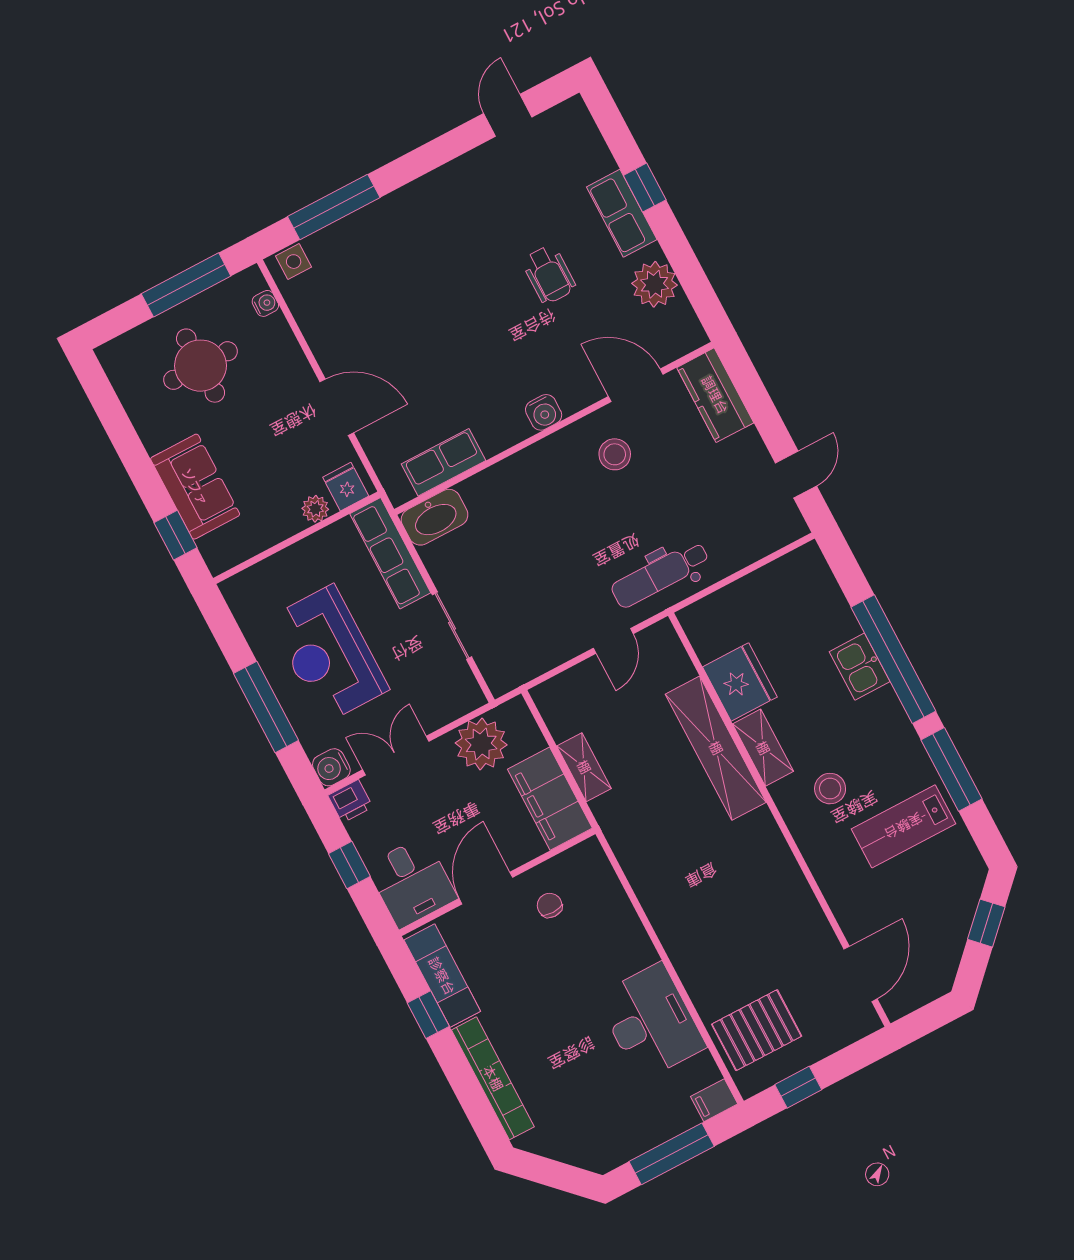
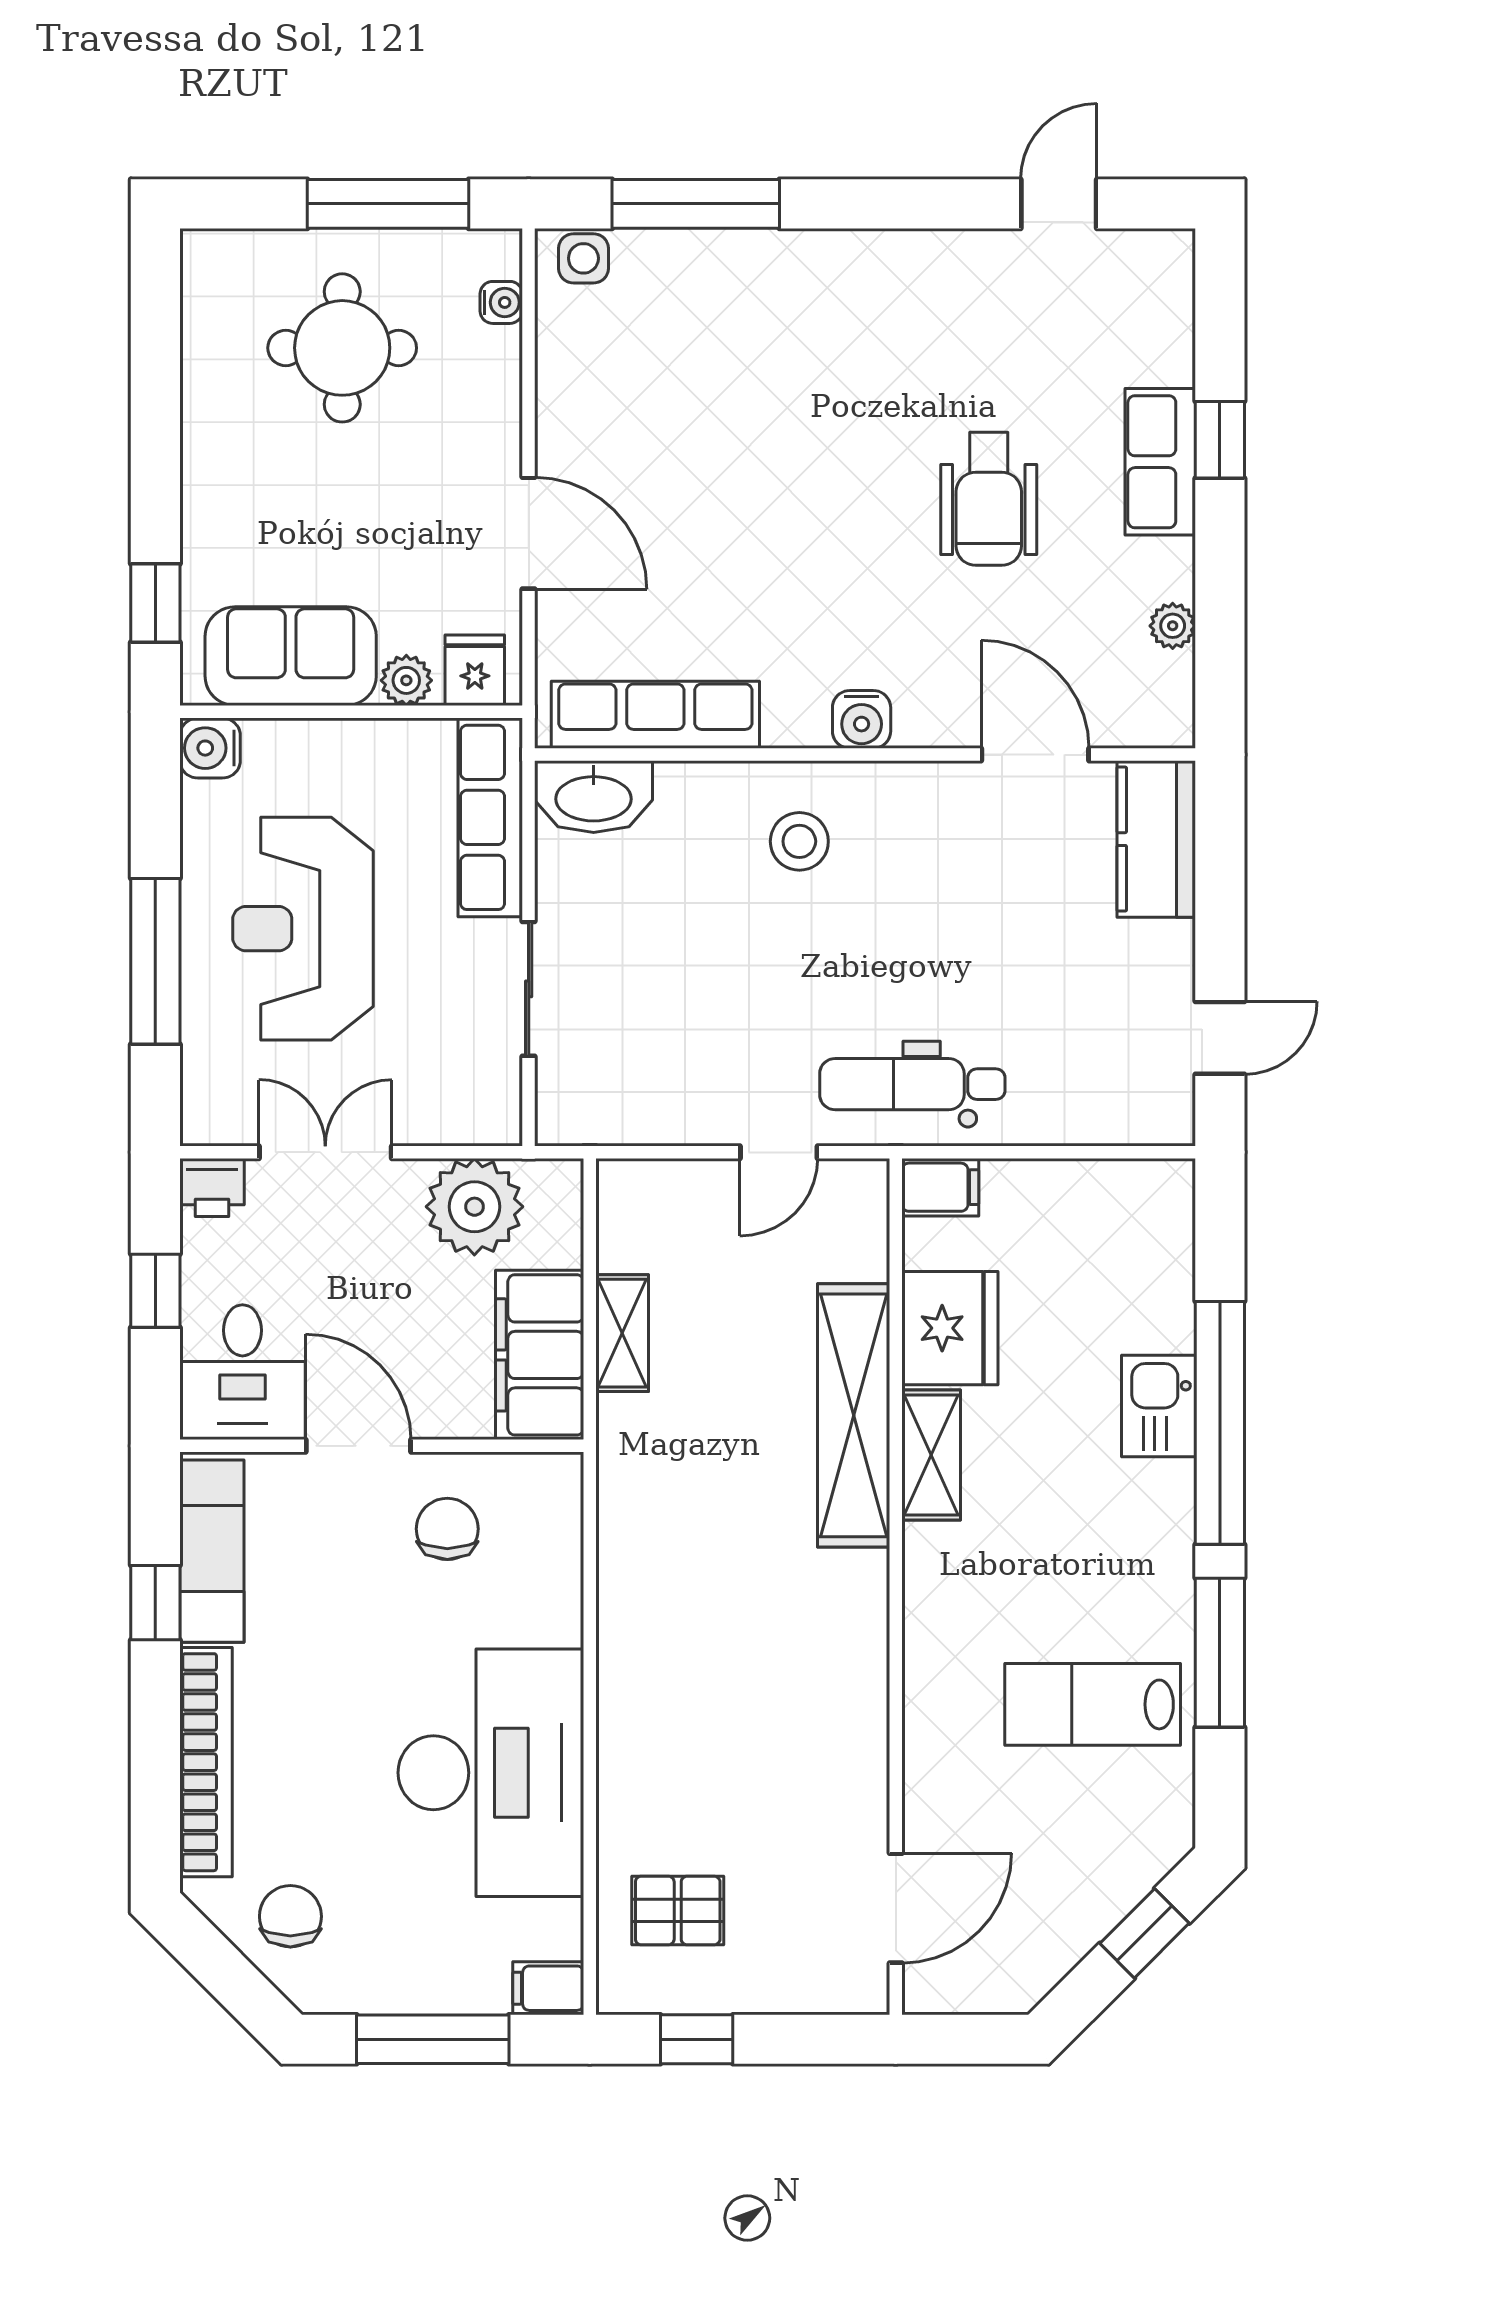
wheelchair: (549, 274) -> (989, 499), width x1.36, depth x1.37
plant: (655, 284) -> (1173, 626), width x0.53, depth x0.53
stool: (615, 454) -> (799, 841), moved
row of seats: (443, 462) -> (655, 715), width x1.48
sofa: (195, 487) -> (291, 656), moved, turned -90
filing cabinet: (700, 617) -> (940, 1187), added
water cooler: (331, 767) -> (210, 748), moved
stool: (830, 789) -> (1005, 1579), removed
door: (486, 888) -> (358, 1446), hinge flipped
chair: (550, 905) -> (447, 1529), width x1.37, depth x1.37
desk: (651, 1022) -> (491, 1773), width x1.36, depth x1.30
pallet: (757, 1030) -> (678, 1911), width x0.67, depth x0.71
chair: (572, 1131) -> (290, 1916), added

